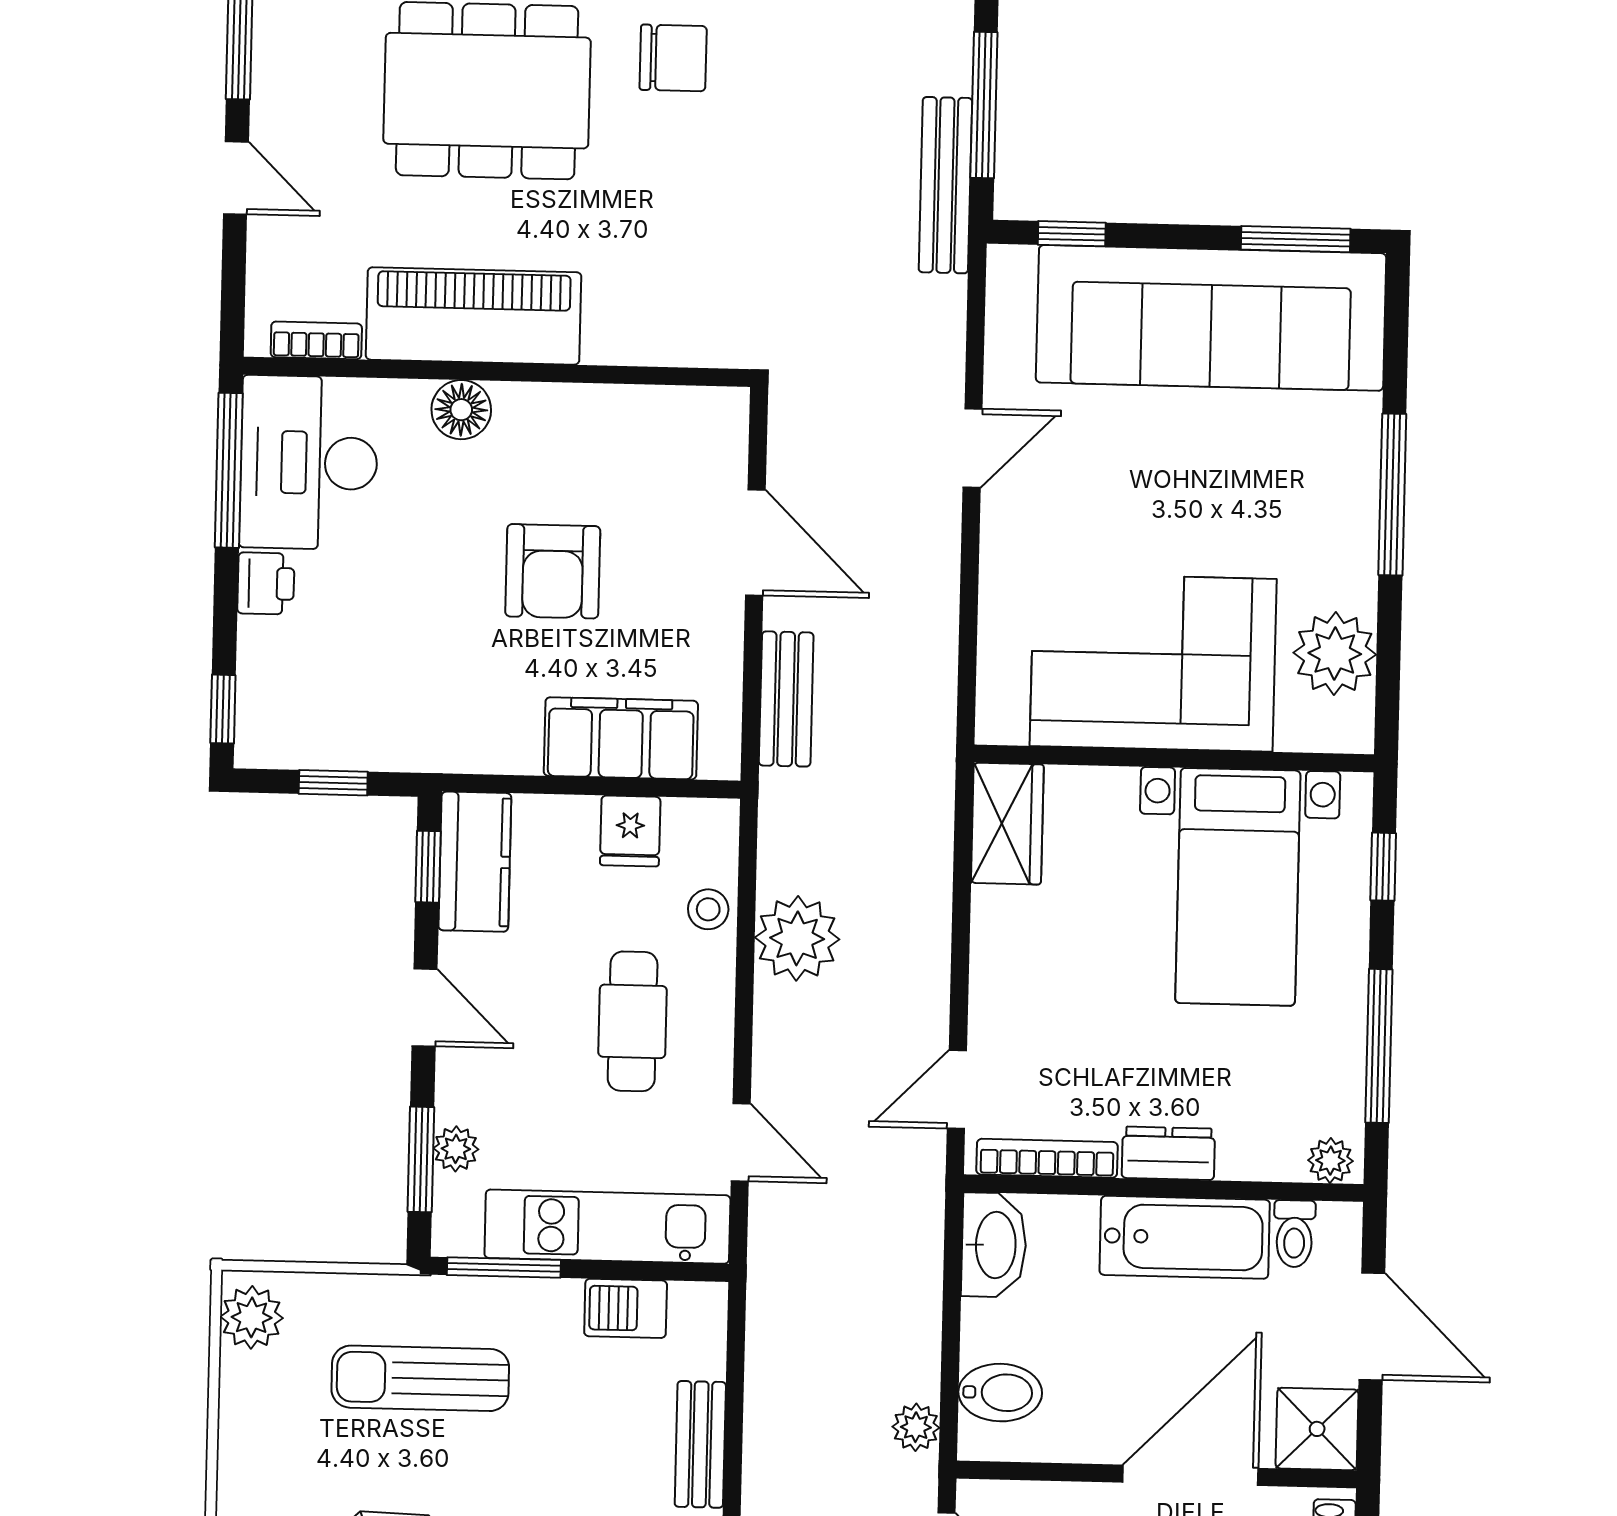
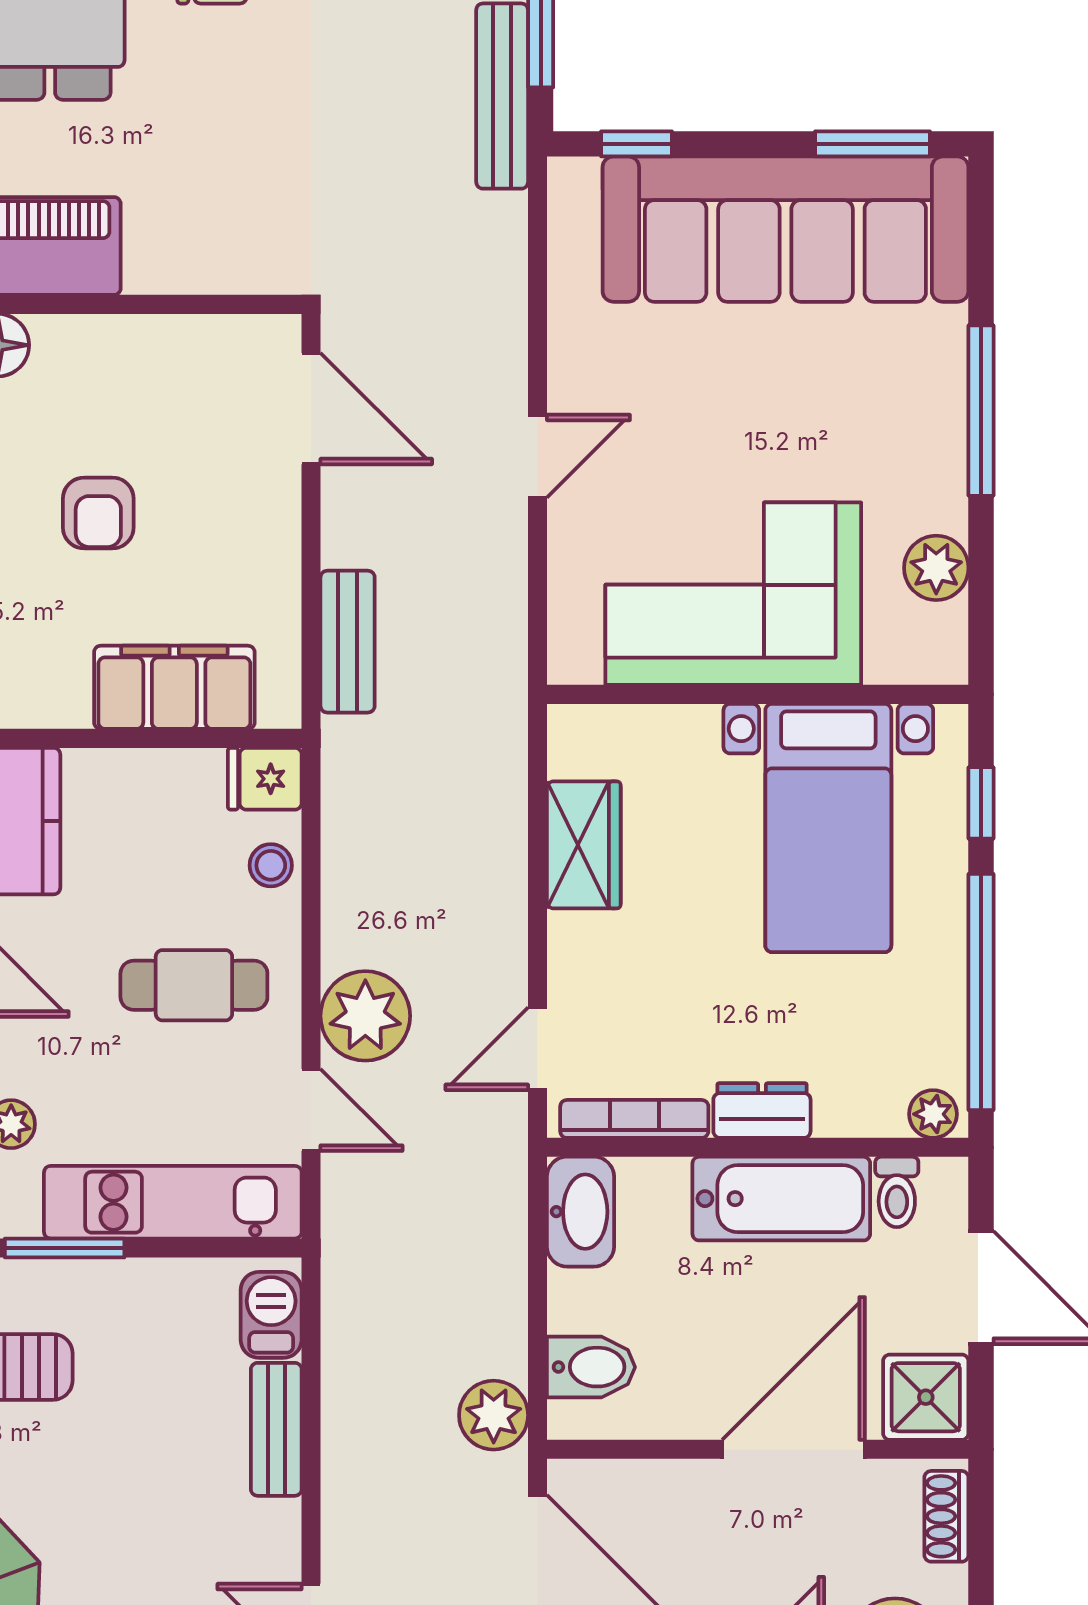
door: (973, 448) -> (538, 456), moved
door: (755, 542) -> (311, 409), moved
armchair: (553, 571) -> (98, 513), width x0.72, depth x0.72
plant: (1335, 654) -> (936, 568), width x0.73, depth x0.73
wardrobe: (1007, 824) -> (584, 845), moved
fridge: (630, 831) -> (265, 779), moved, turned 90
plant: (797, 938) -> (365, 1016), moved
cafe table: (633, 1021) -> (194, 985), turned 90
window: (1379, 1046) -> (981, 992), width x1.46
barbecue: (626, 1308) -> (271, 1315), moved, turned 90
plant: (916, 1427) -> (494, 1415), width x1.38, depth x1.38

